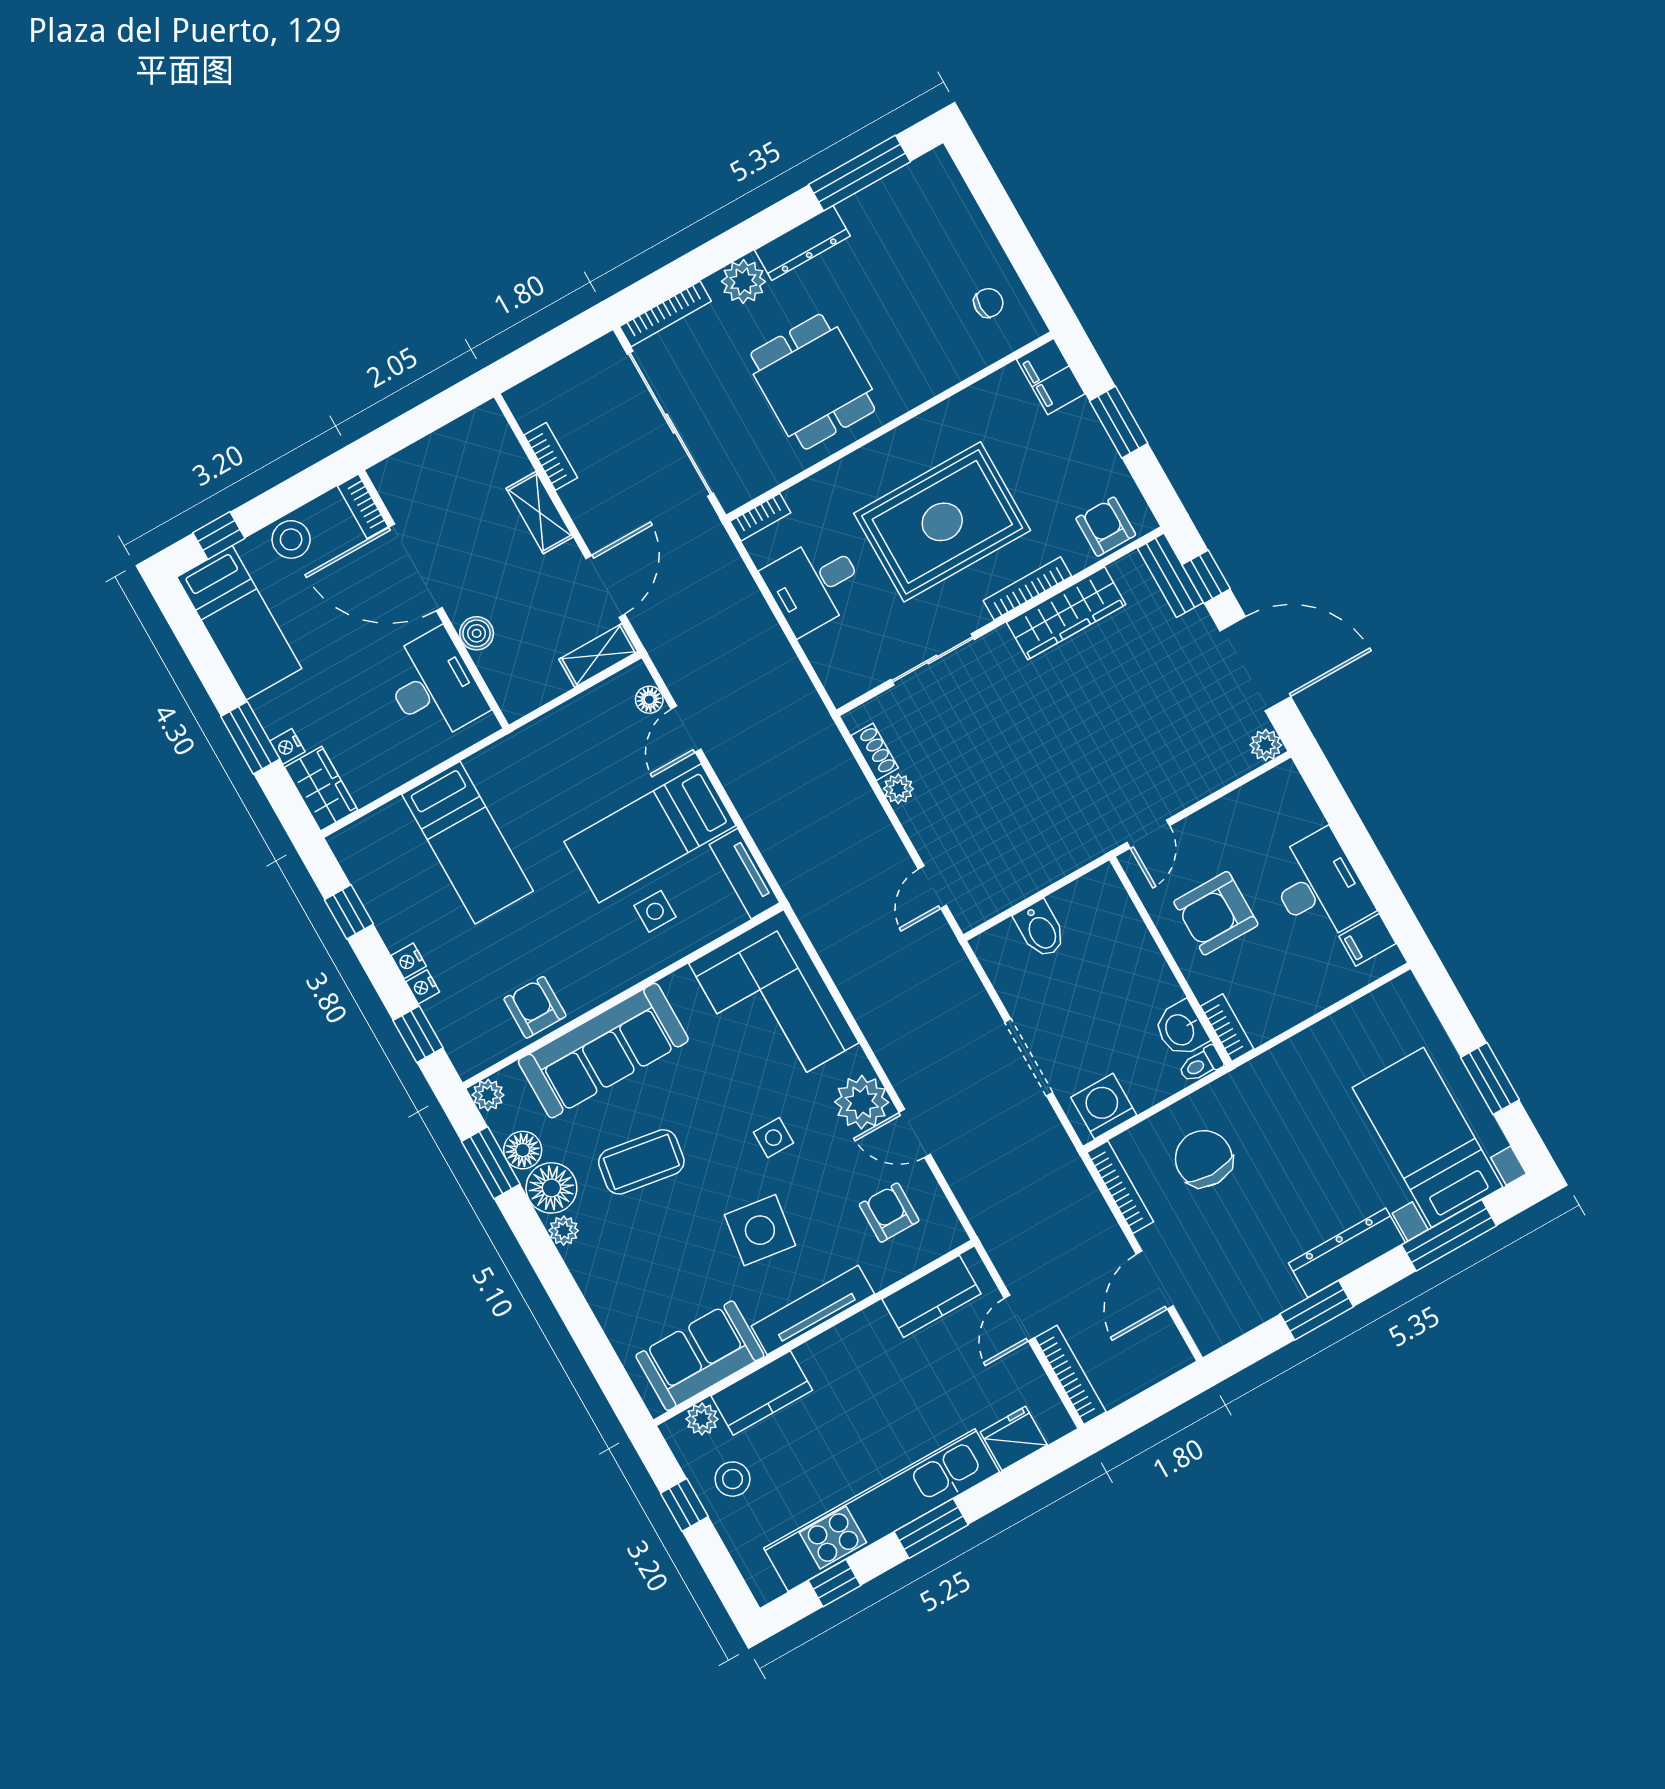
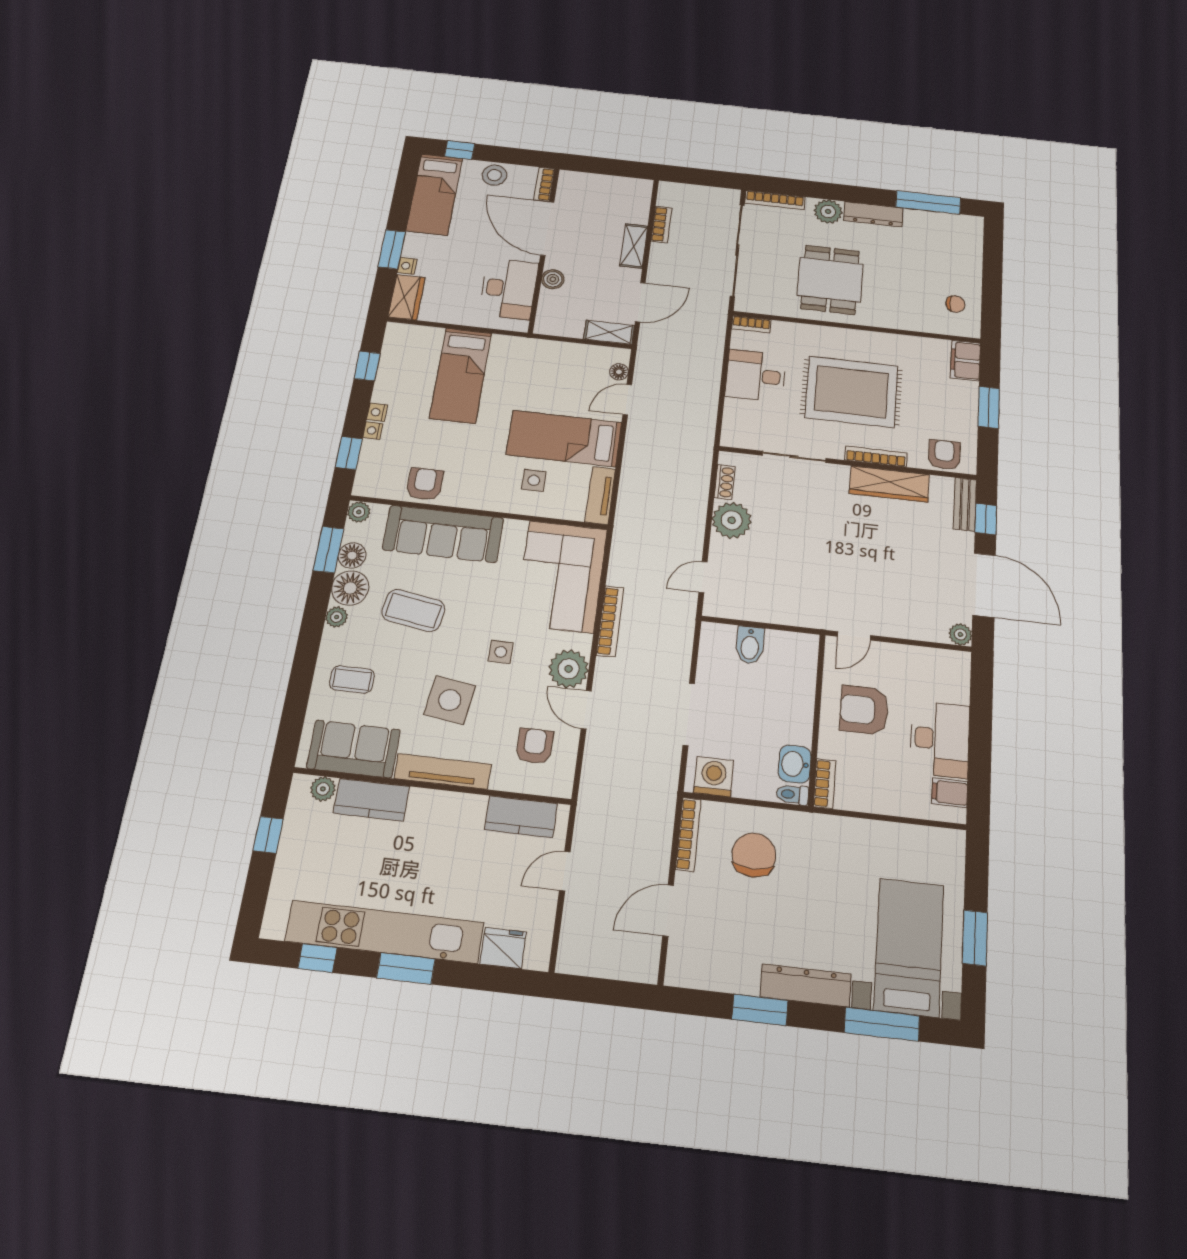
plant: (898, 789) -> (732, 520), width x1.87, depth x1.87
coffee table: (637, 1285) -> (352, 680), added
bookcase: (1070, 1375) -> (610, 621), moved
stool: (733, 1479) -> (310, 841), removed

